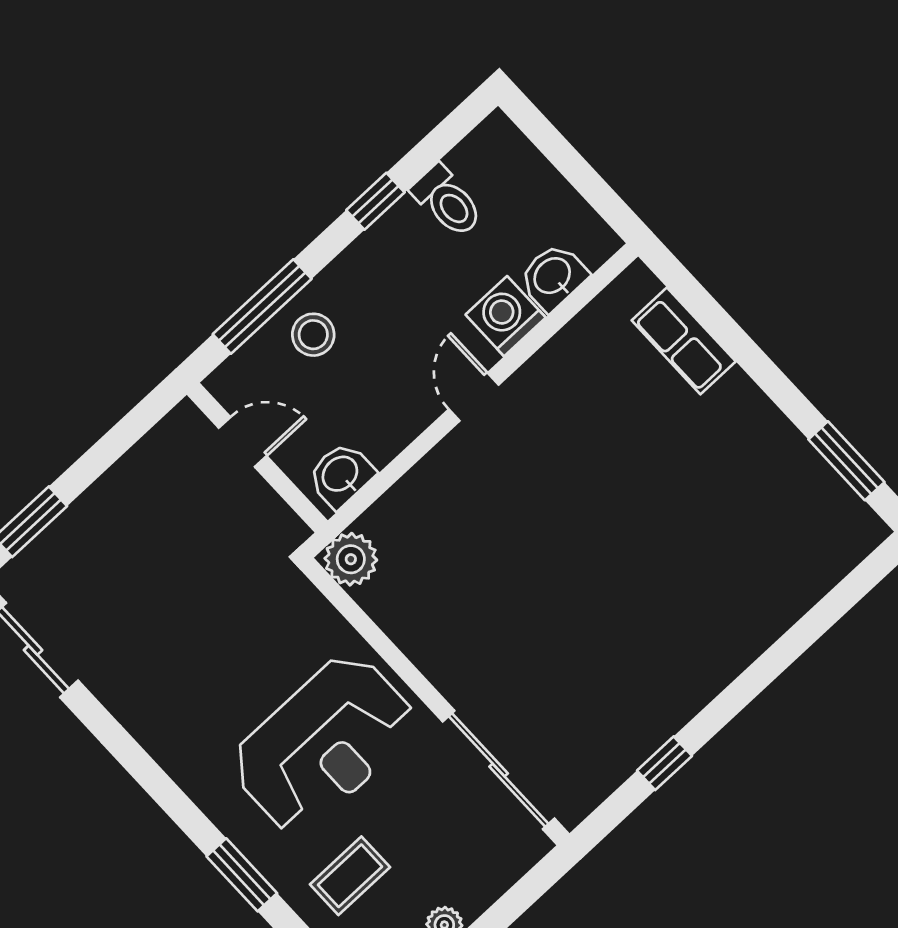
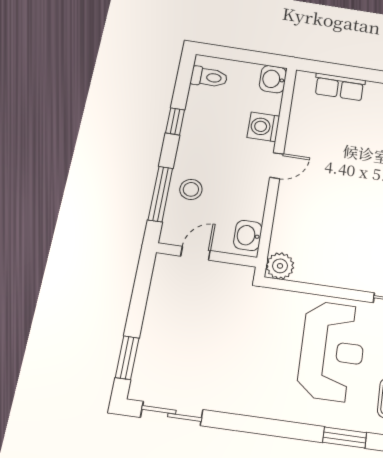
toilet: (447, 201) -> (209, 77), moved
washbasin: (553, 277) -> (273, 79), moved
door: (474, 397) -> (277, 166), swing flipped

